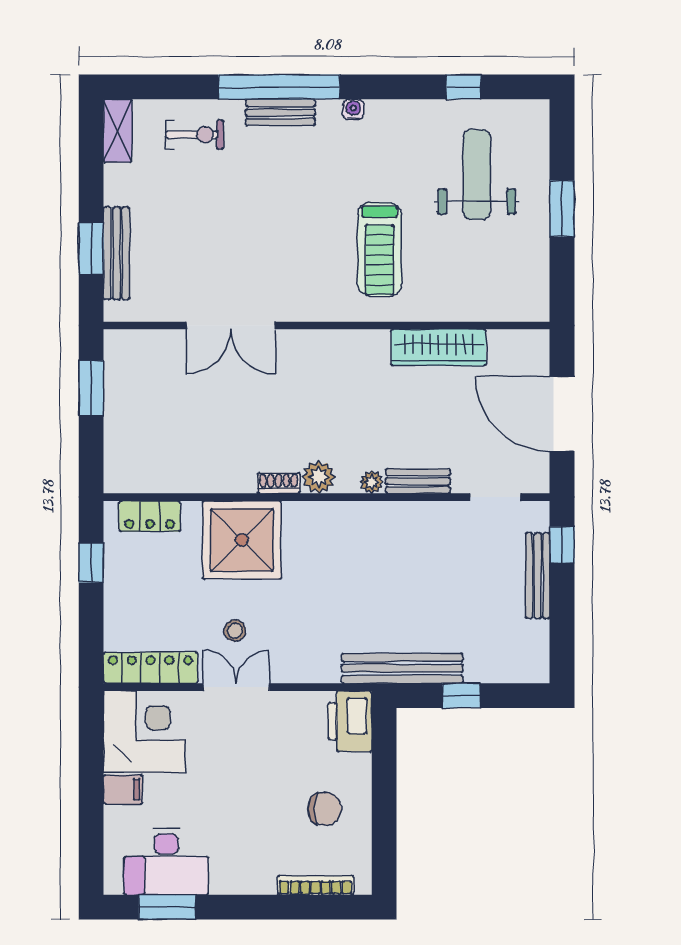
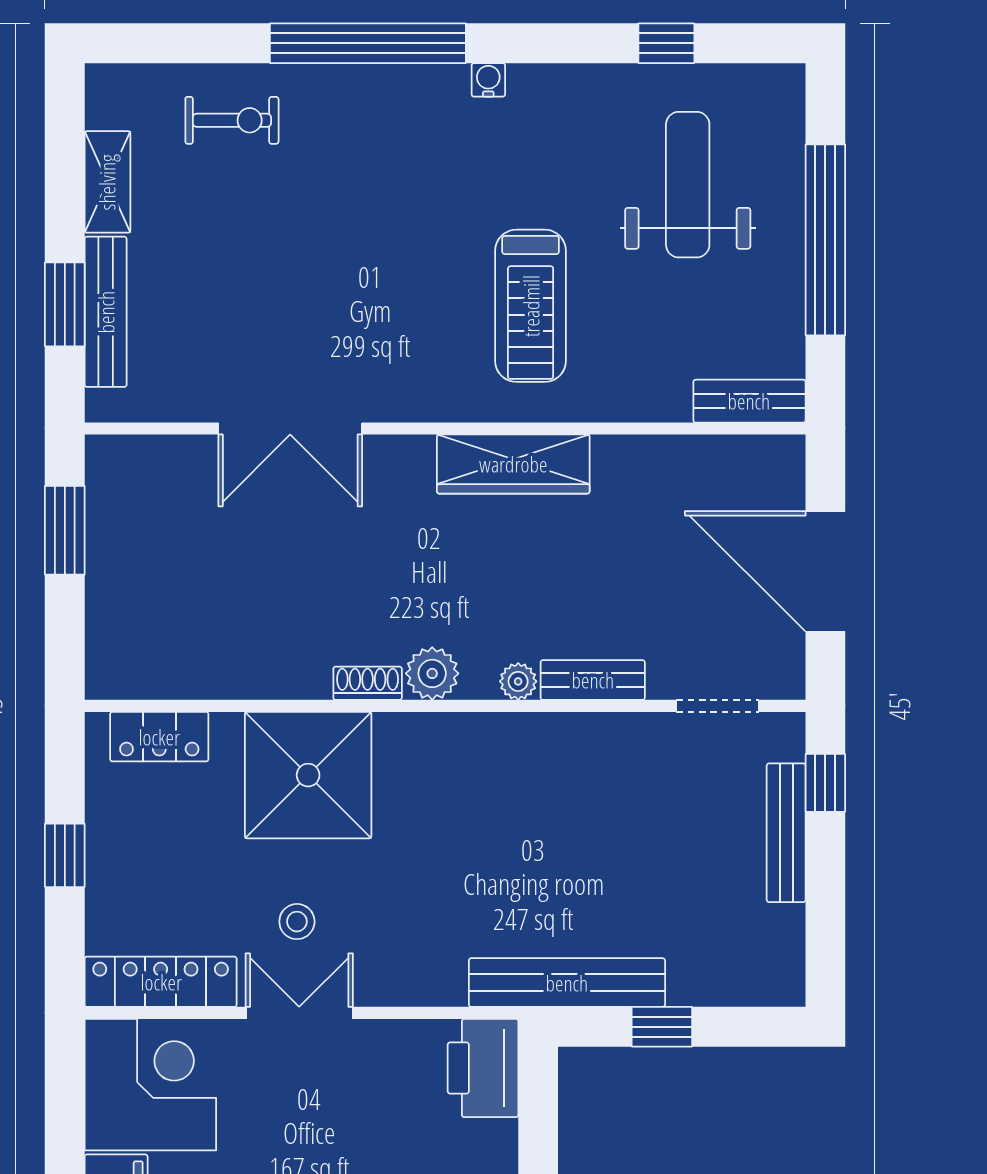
bench: (280, 113) -> (749, 401), moved
shelving: (118, 131) -> (107, 182), moved
window: (562, 209) -> (825, 240), width x2.11
wardrobe: (439, 347) -> (513, 464), moved
window: (91, 563) -> (65, 855), moved

